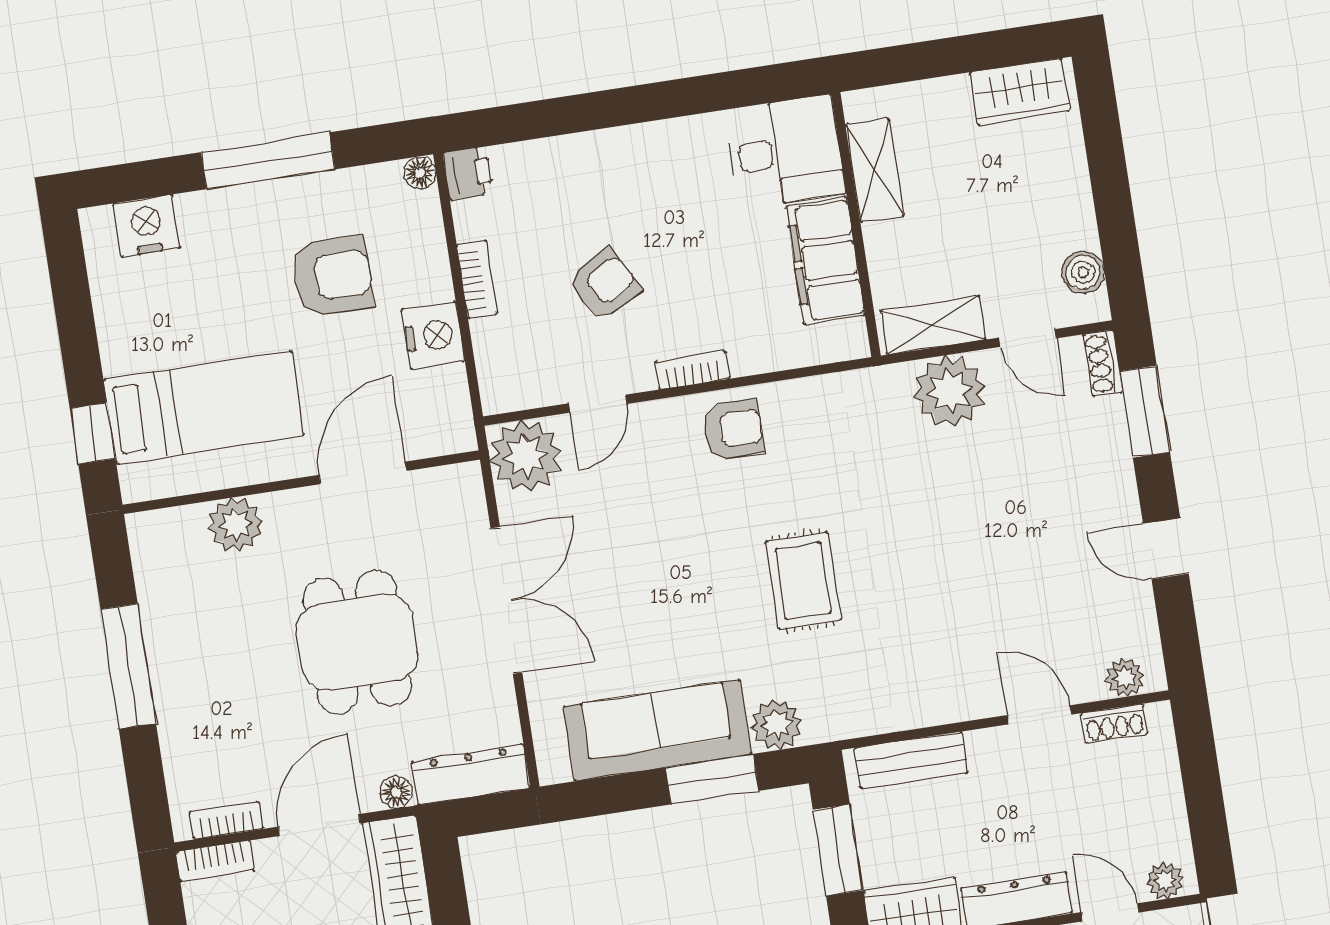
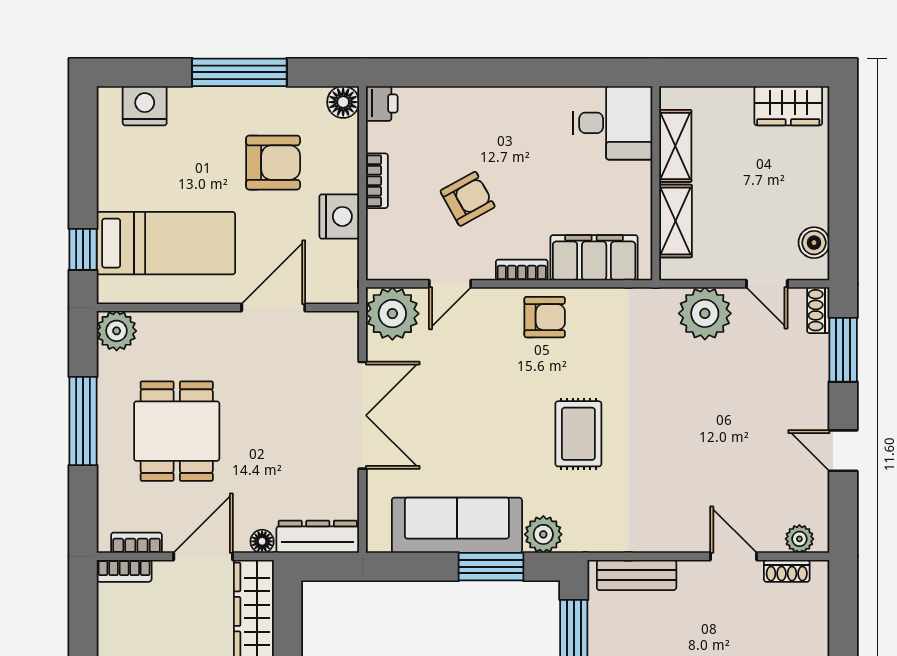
floor lamp: (420, 173) -> (343, 102), width x1.37, depth x1.37
filing cabinet: (825, 261) -> (594, 258), moved, turned 90
shelving: (933, 325) -> (675, 221), moved, turned 90
plant: (236, 525) -> (117, 331), moved
dining table: (357, 642) -> (177, 431), moved

